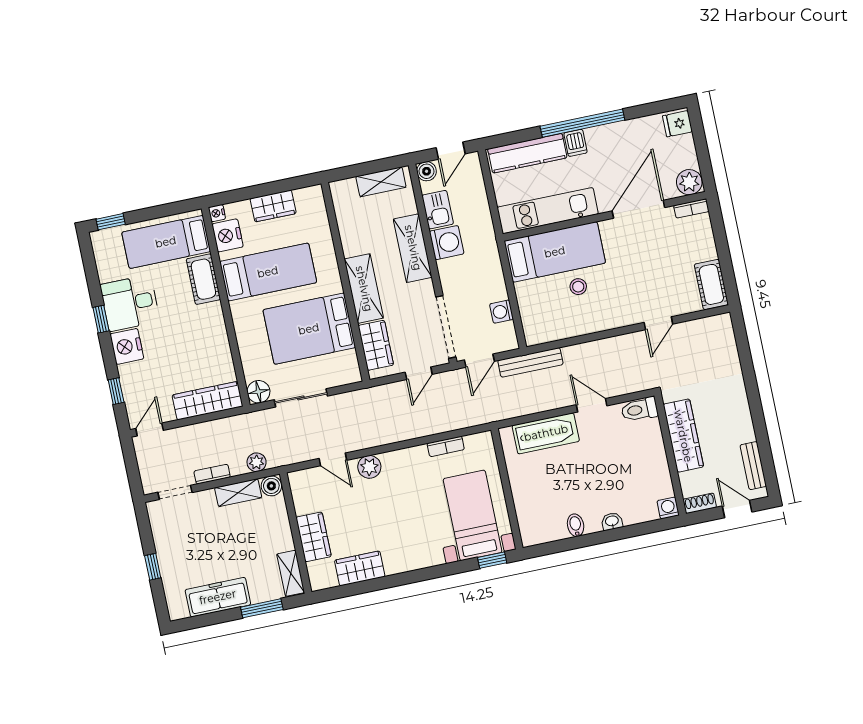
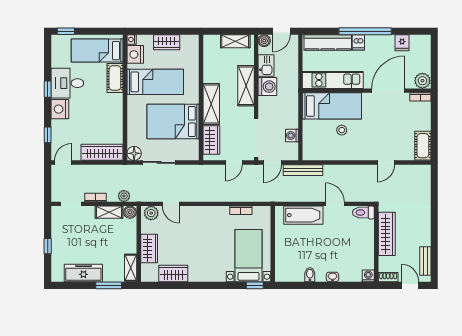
fridge: (677, 124) -> (402, 43), moved, turned -90
plant: (369, 467) -> (151, 213), moved

